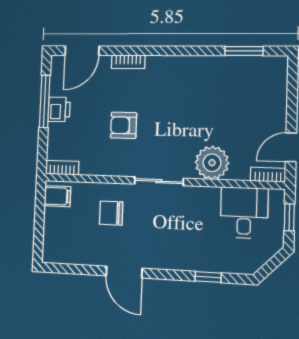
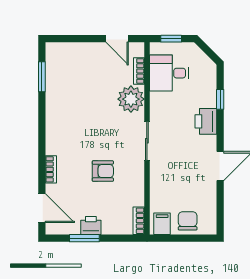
window: (45, 101) -> (84, 238), width x0.69
armchair: (124, 125) -> (103, 171), turned -90
bookcase: (268, 175) -> (139, 71), moved
chair: (111, 213) -> (188, 221), moved, turned 180
printer: (181, 257) -> (206, 121), added

